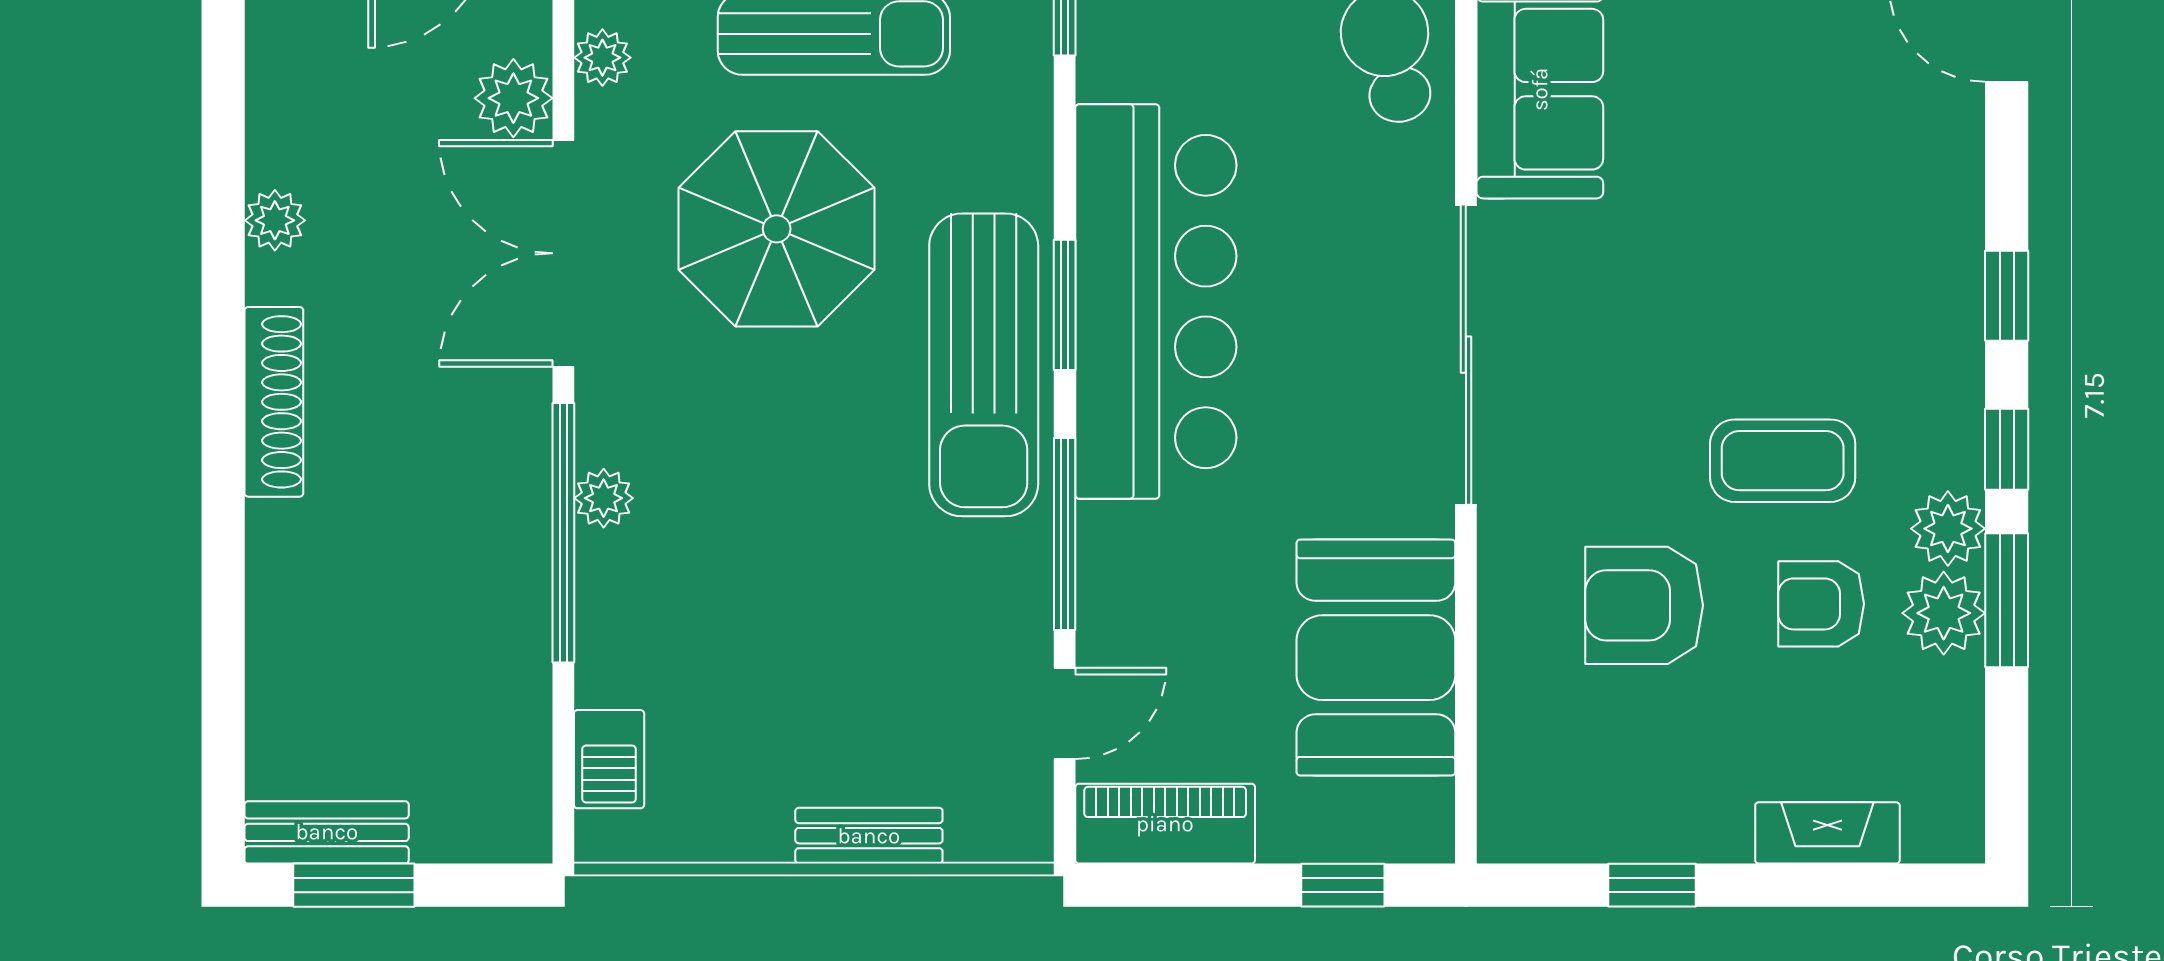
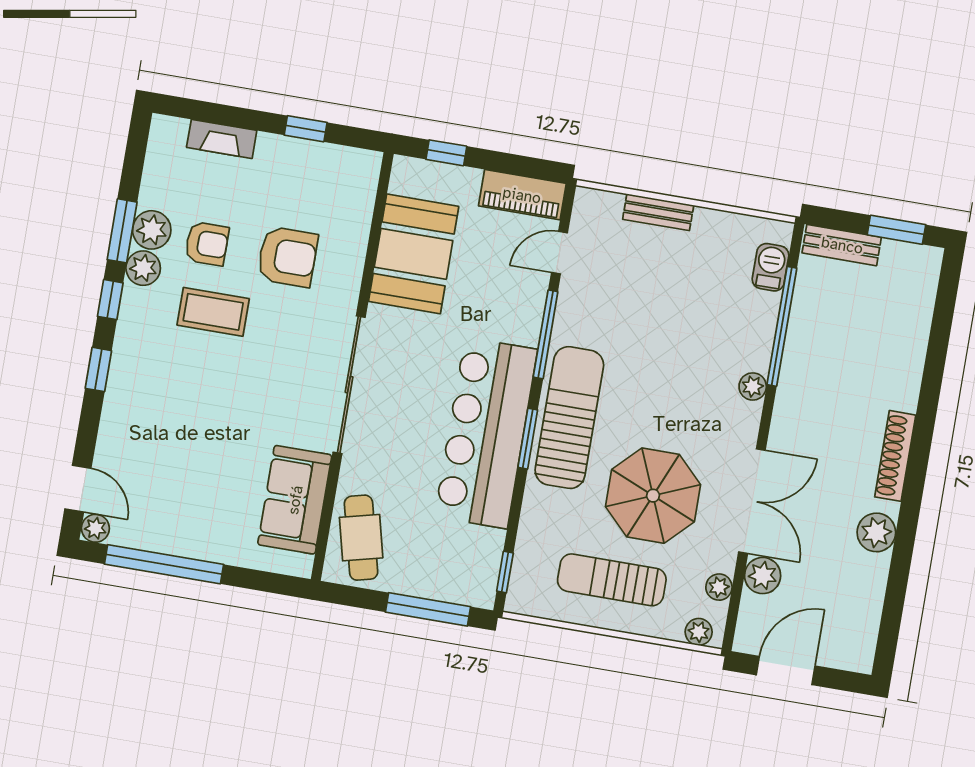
plant: (275, 220) -> (876, 532), width x1.38, depth x1.38
window: (563, 533) -> (782, 326), moved
bench: (327, 832) -> (842, 245), moved

